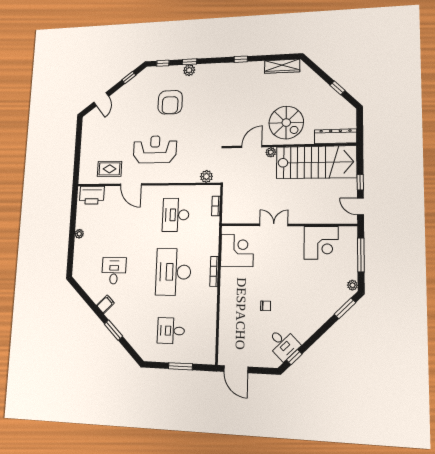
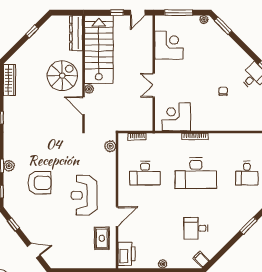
filing cabinet: (105, 304) -> (201, 259), moved

